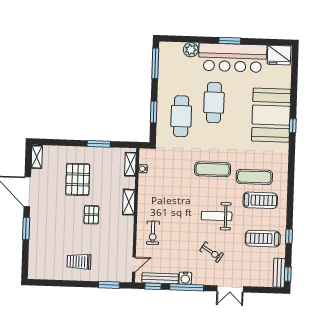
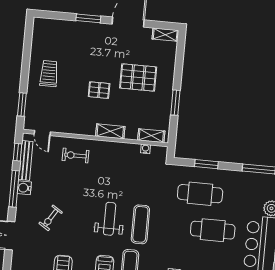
weight bench: (217, 216) -> (110, 219), moved

